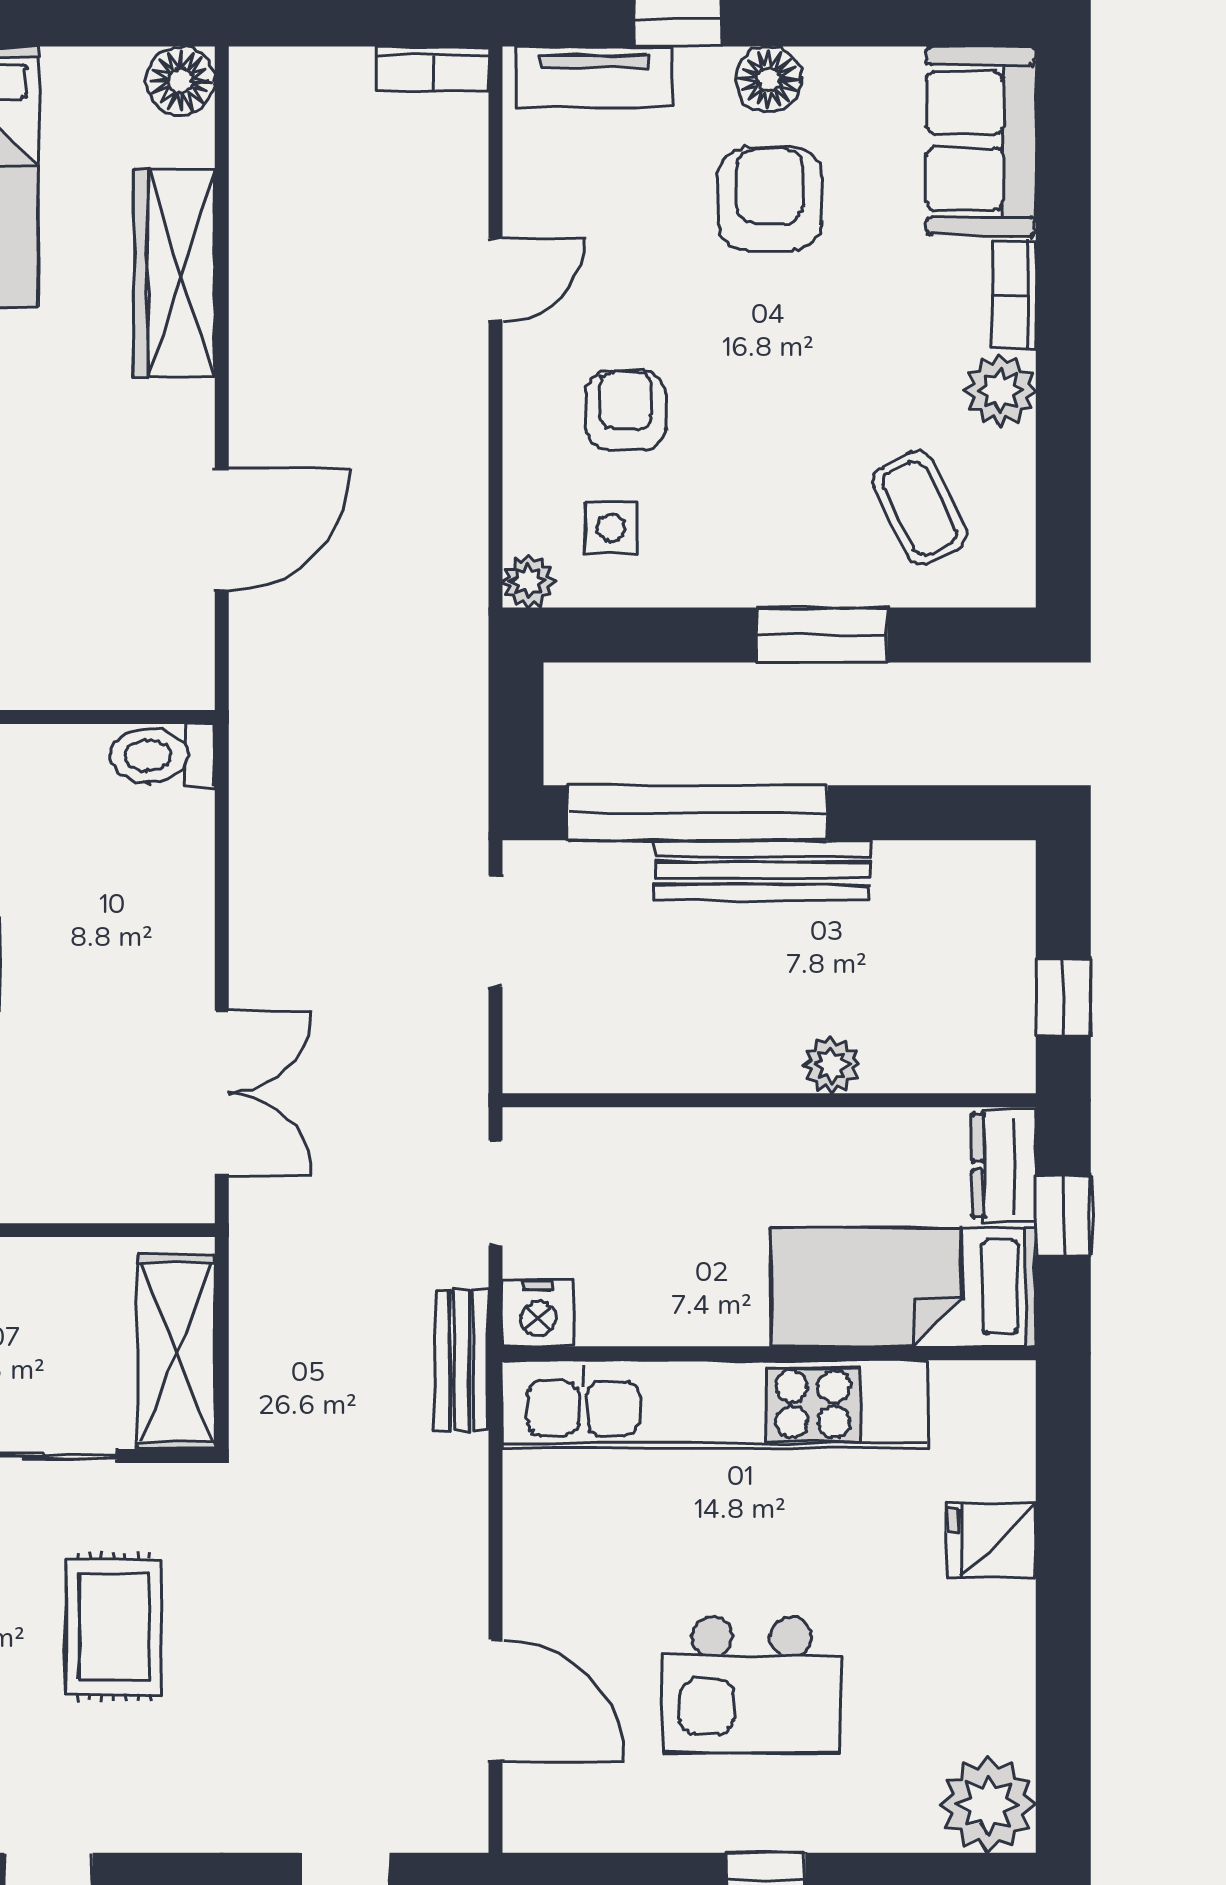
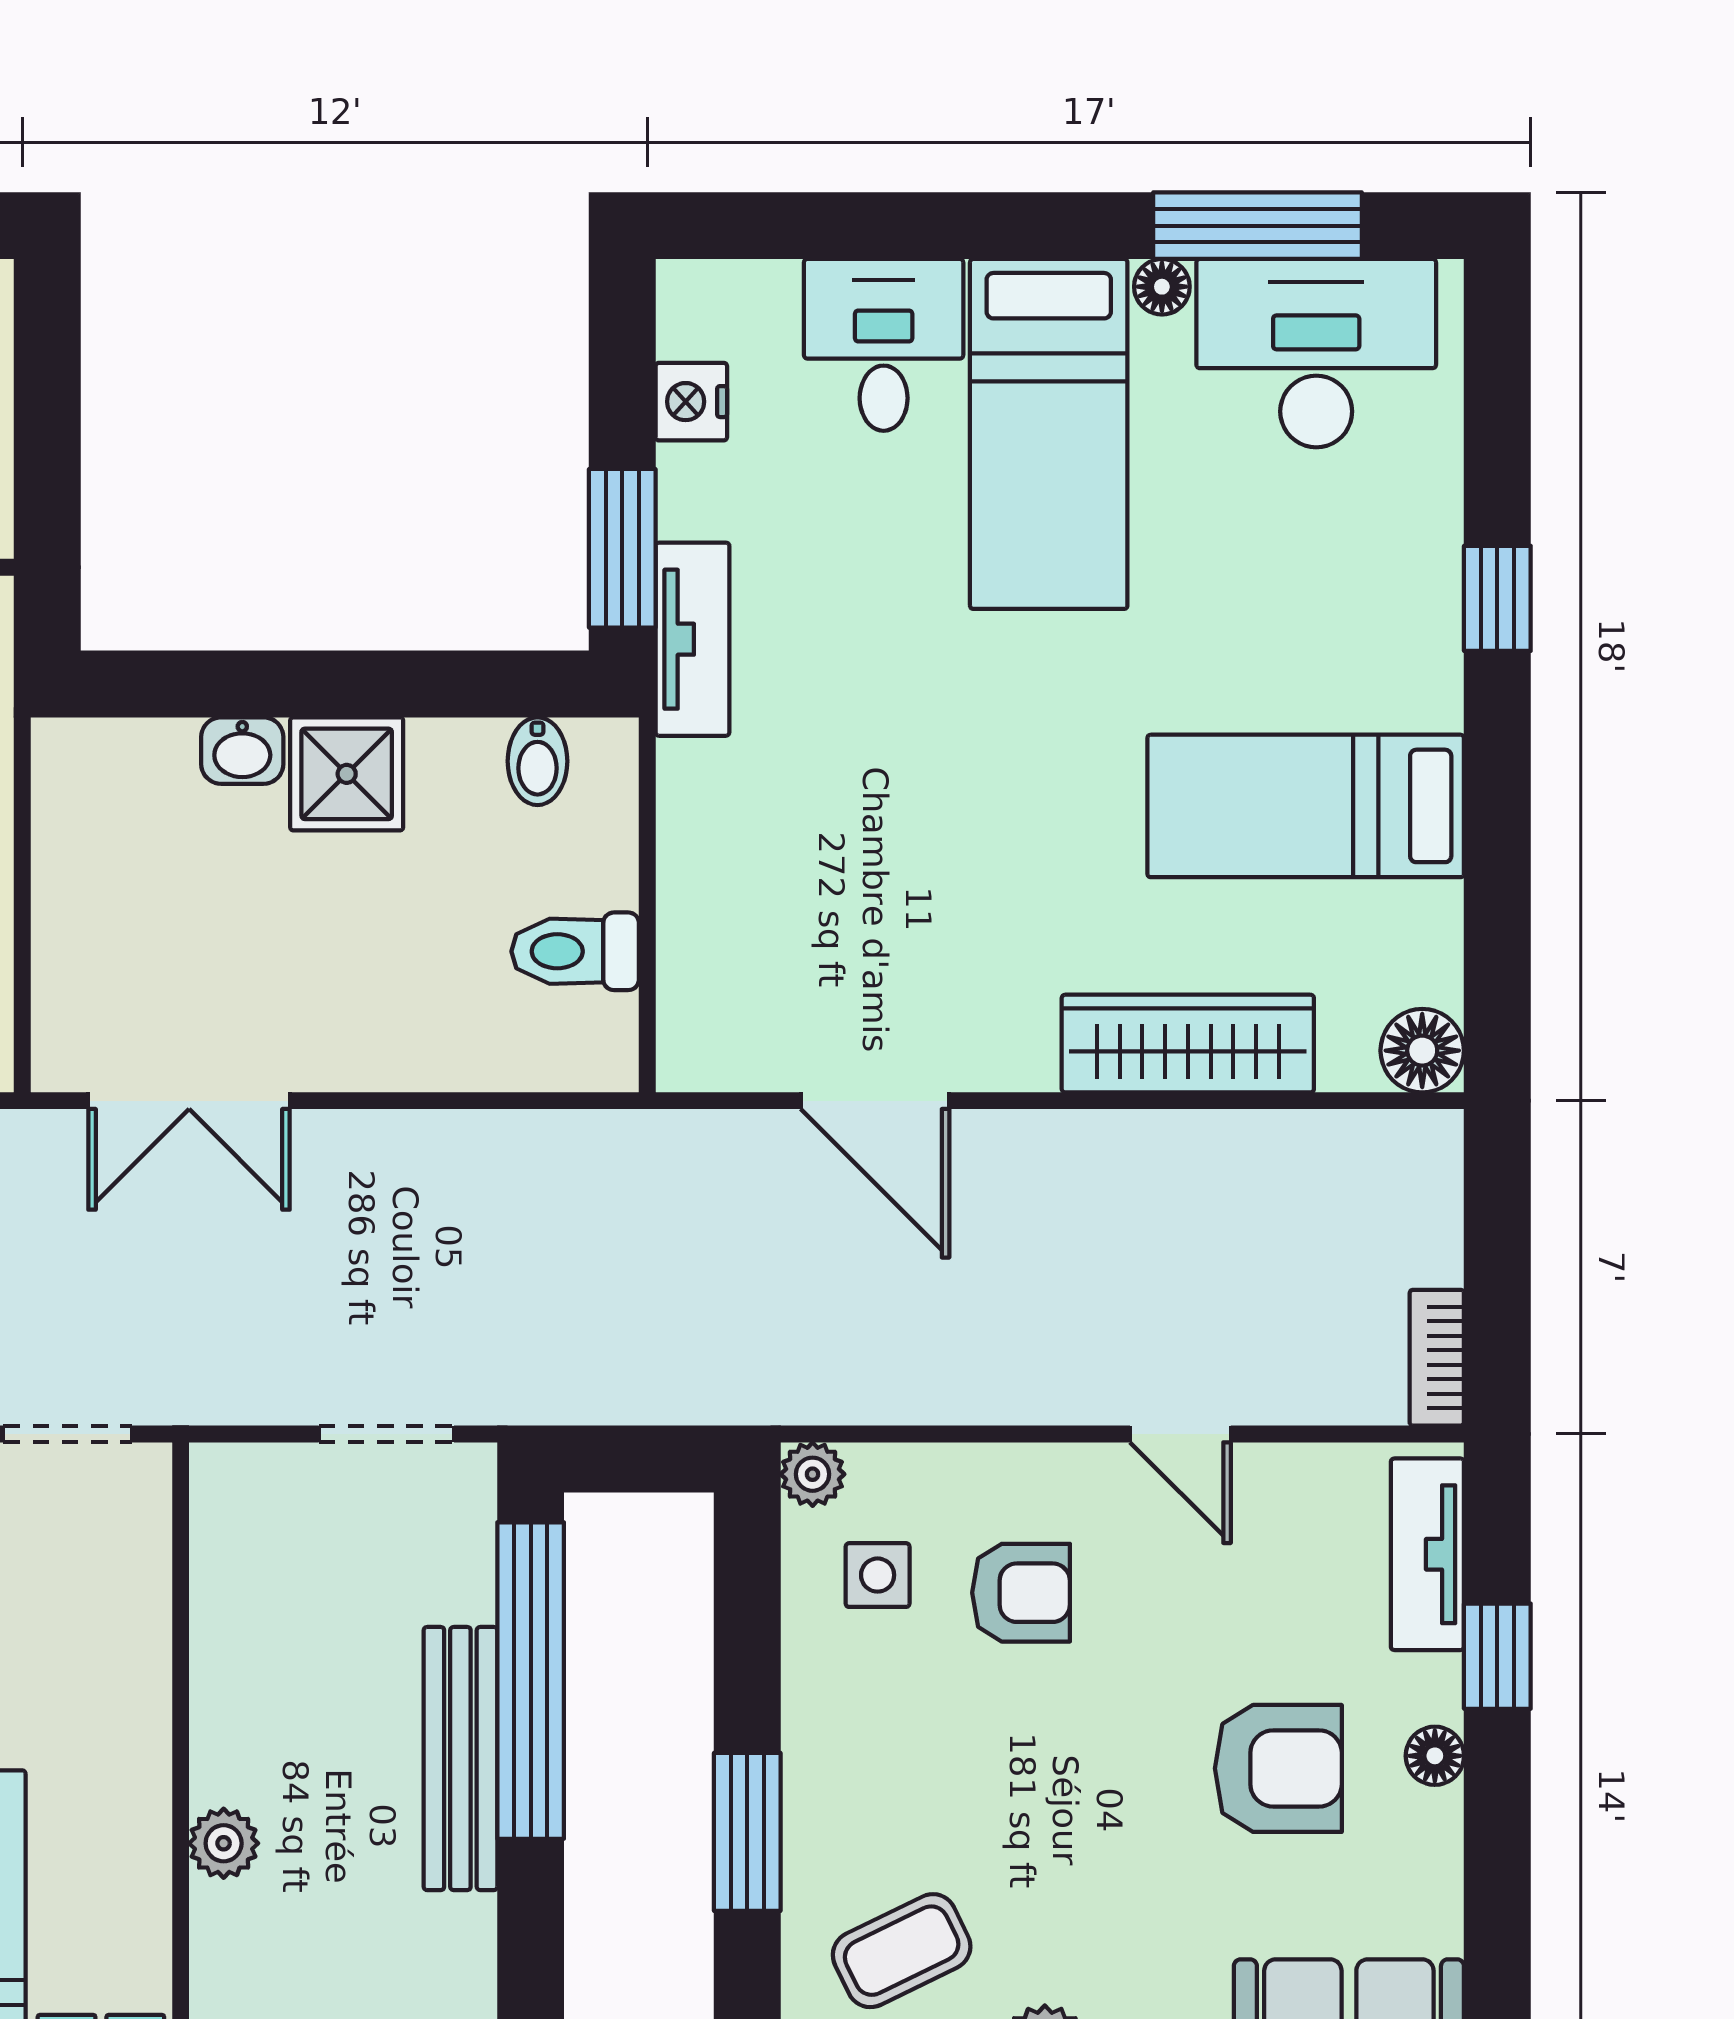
floor lamp: (769, 79) -> (1435, 1756), width x0.73, depth x0.73
toilet: (162, 756) -> (575, 951), moved, turned -90

